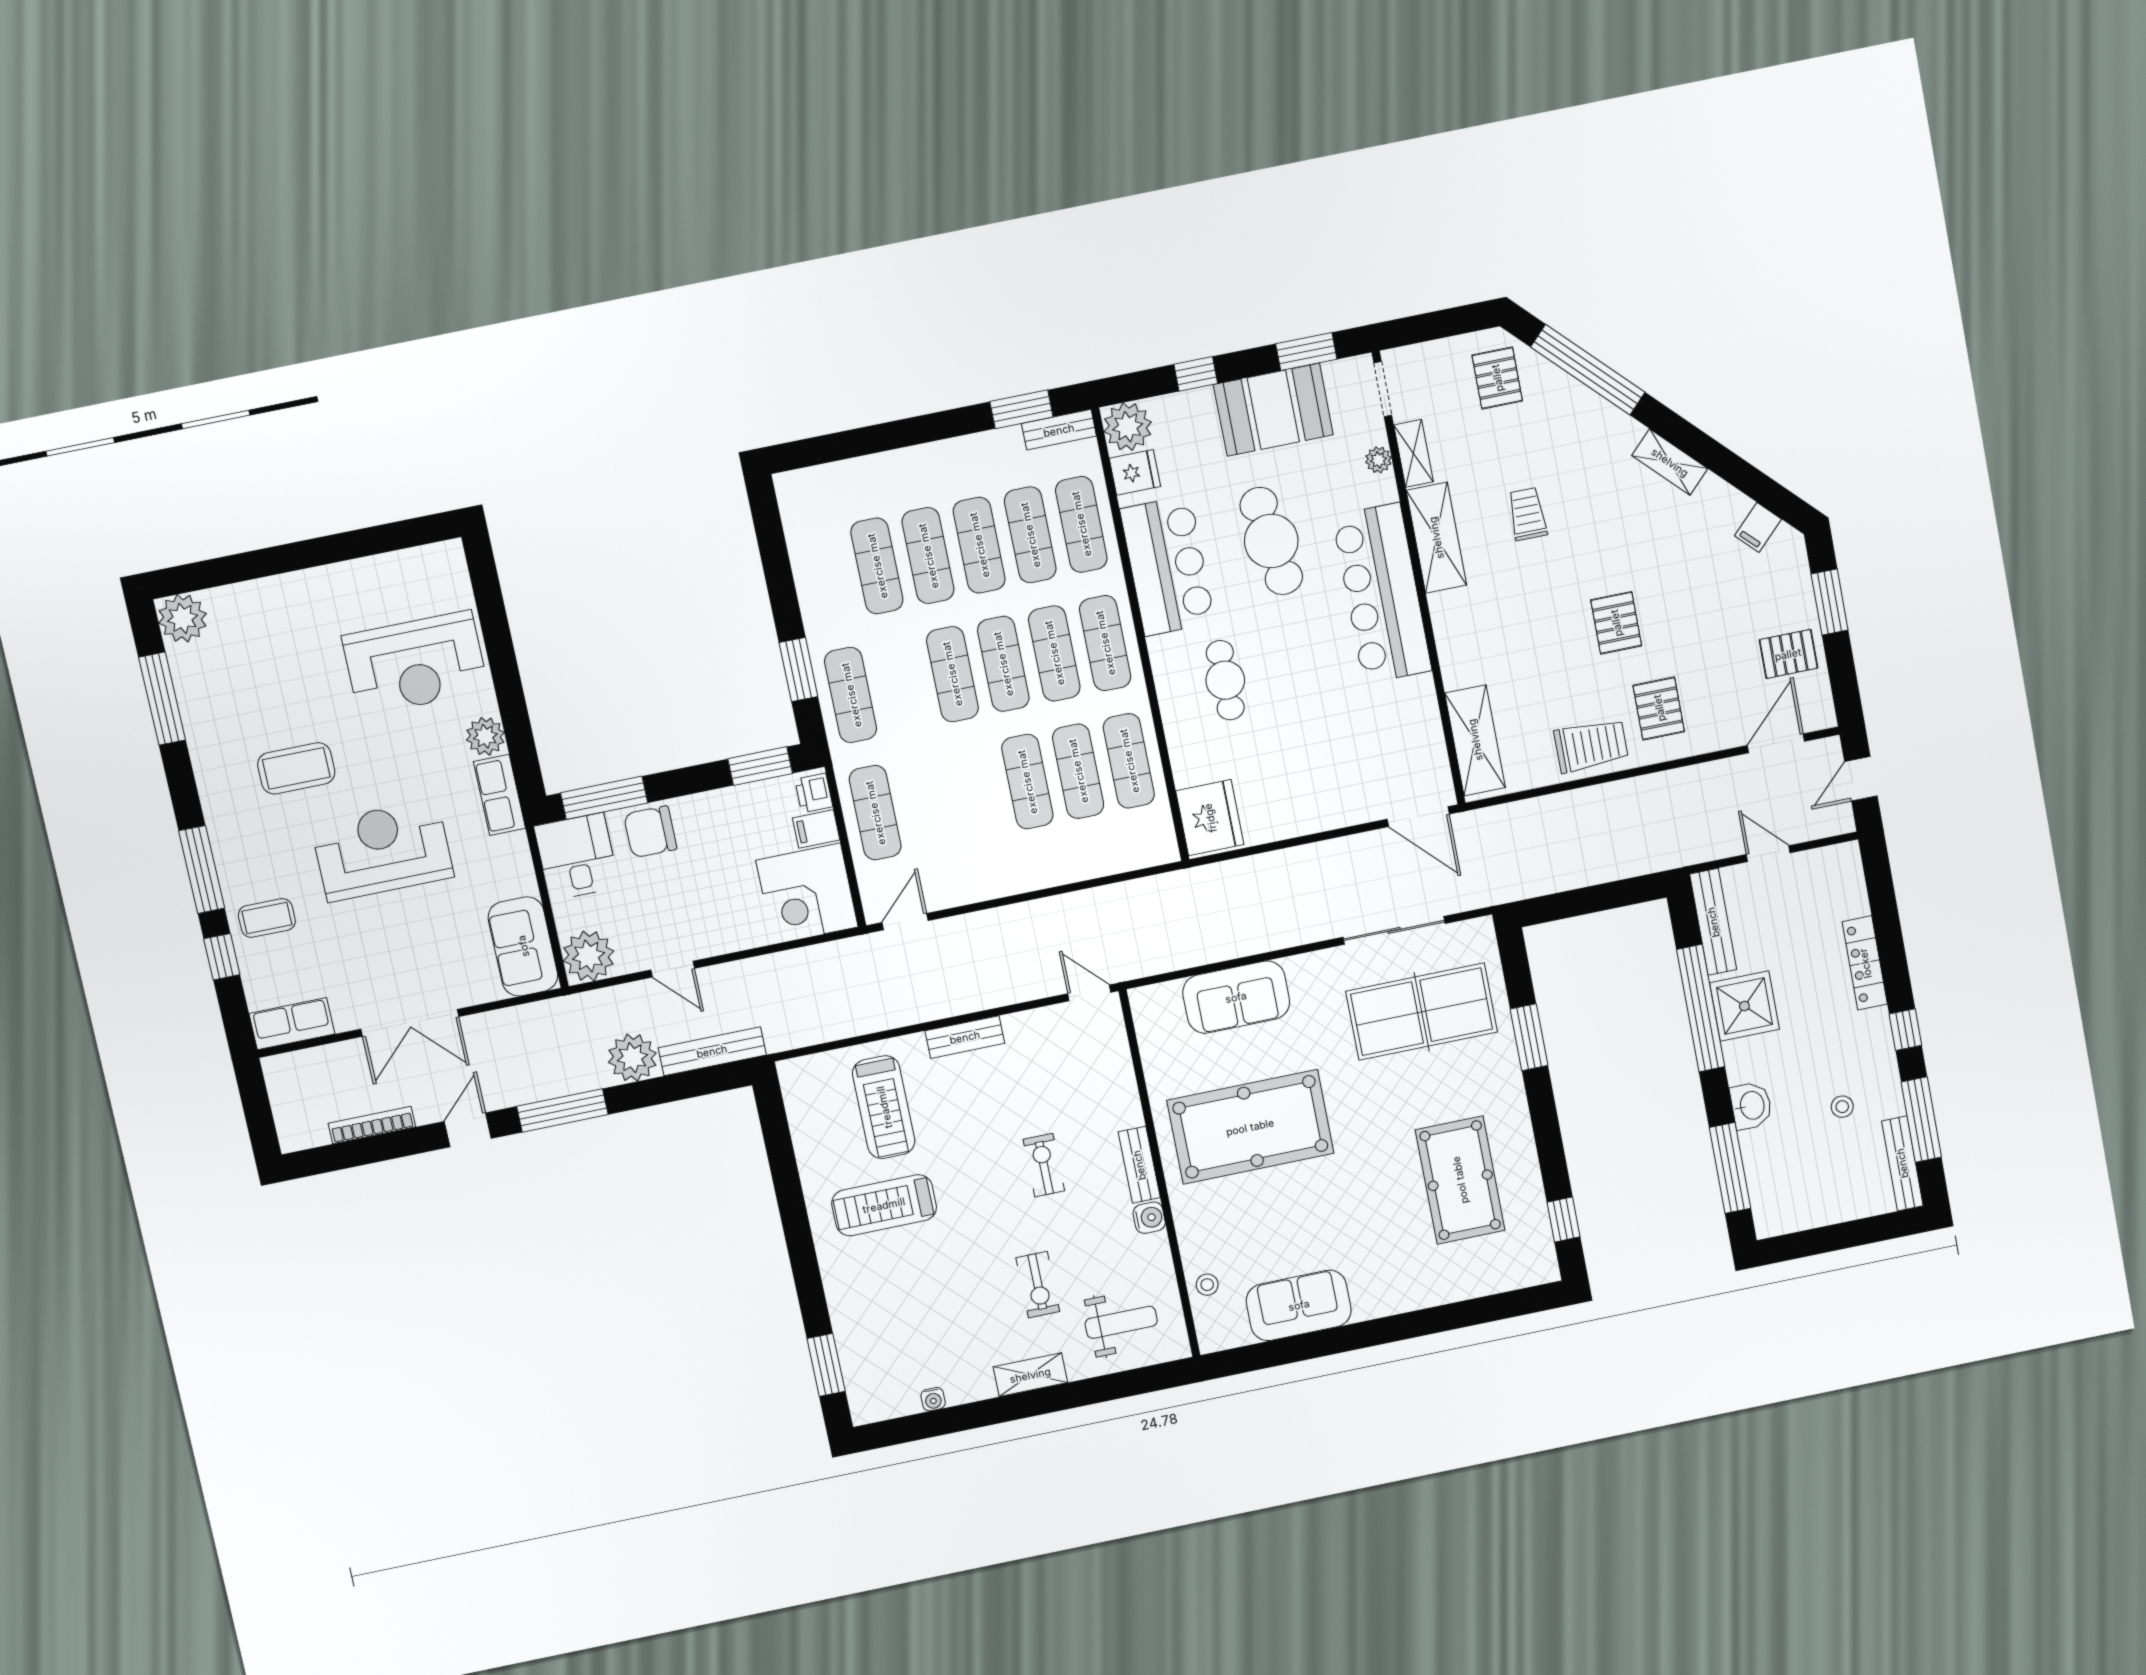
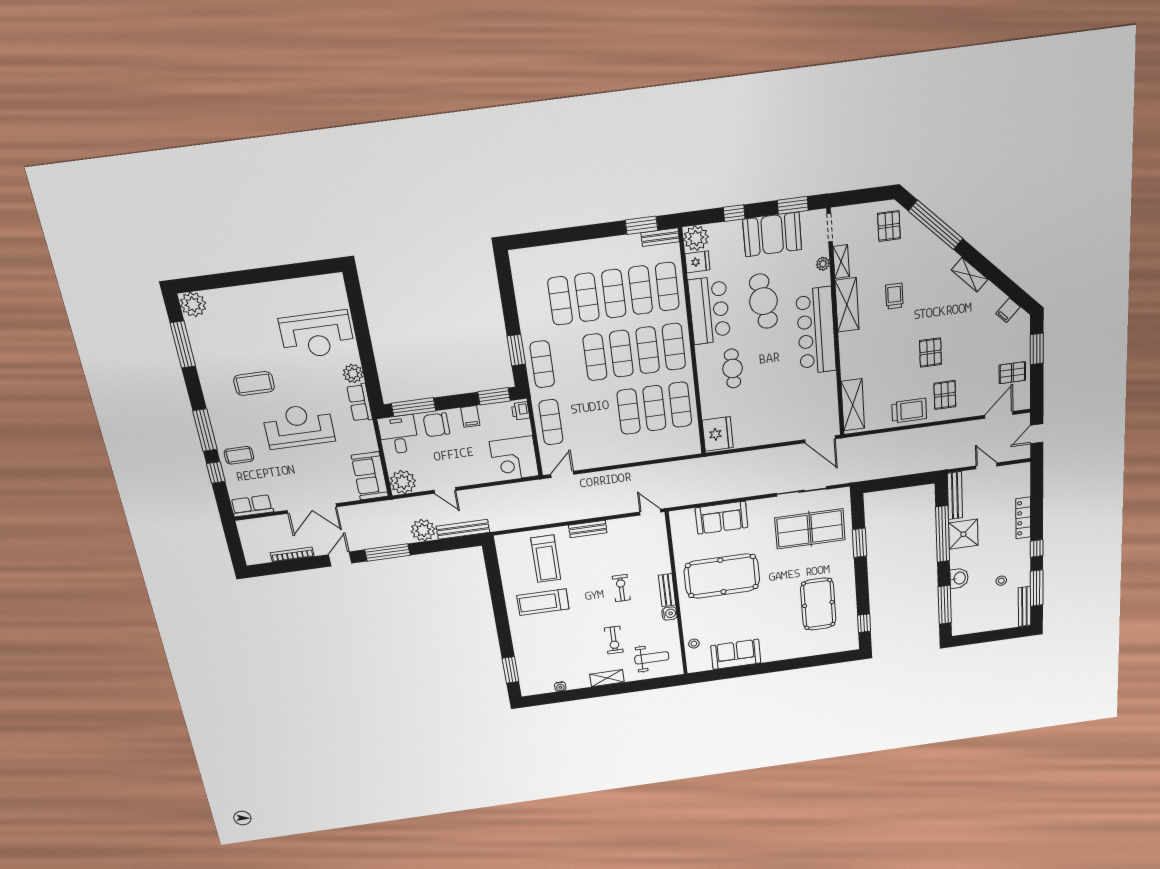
filing cabinet: (816, 829) -> (470, 416), moved, turned -90

